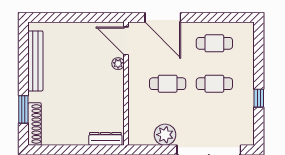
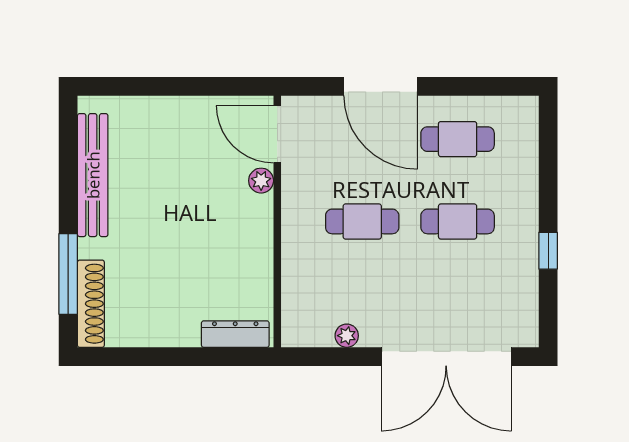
door: (163, 17) -> (381, 86), moved
window: (23, 109) -> (68, 274), width x1.44
plant: (165, 135) -> (347, 336), width x0.53, depth x0.53

